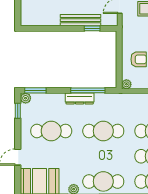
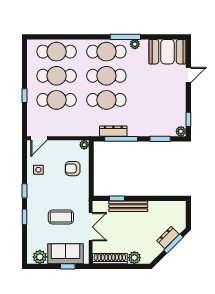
window: (35, 90) -> (160, 139), moved
dresser: (80, 98) -> (113, 131), moved
cafe table: (51, 131) -> (106, 76), moved

